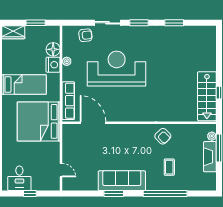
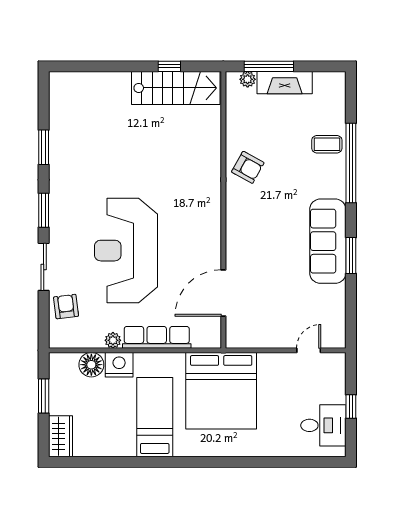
row of seats: (68, 101) -> (157, 337), moved
armchair: (163, 136) -> (248, 167), turned 73
coffee table: (169, 167) -> (327, 144), moved

